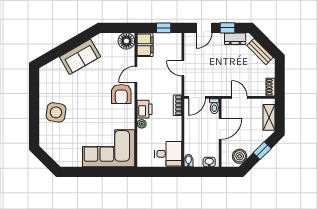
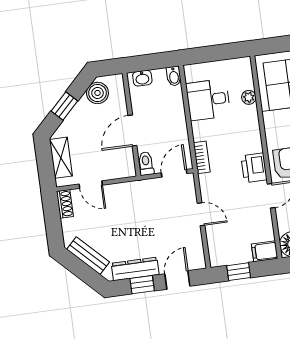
dresser: (235, 39) -> (135, 269), width x1.44
filing cabinet: (145, 45) -> (265, 251), width x0.50
door: (239, 97) -> (91, 185), moved
printer: (145, 109) -> (254, 168), moved
plant: (142, 124) -> (249, 97), moved
desk: (168, 154) -> (208, 100), moved

